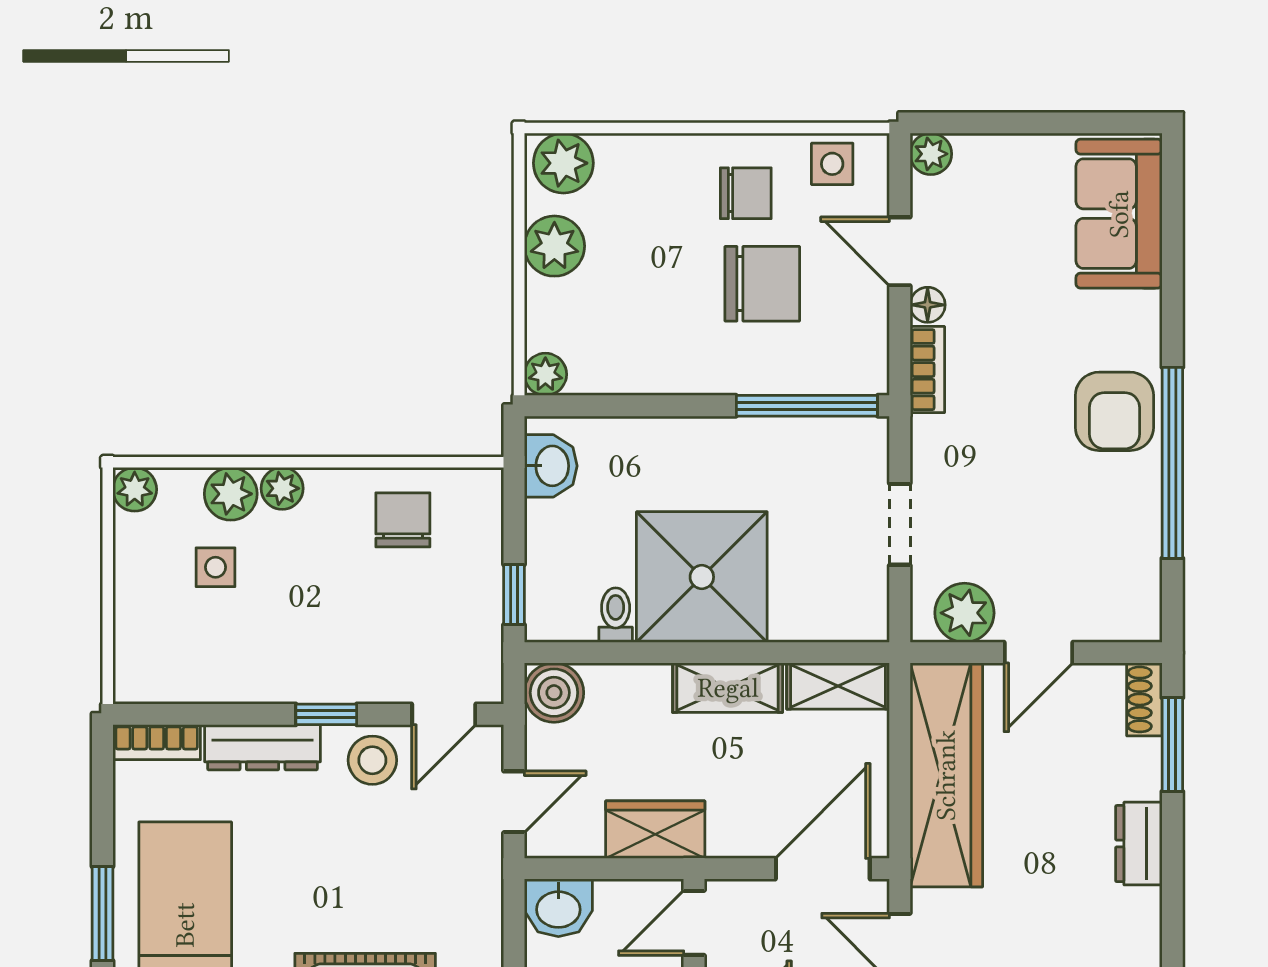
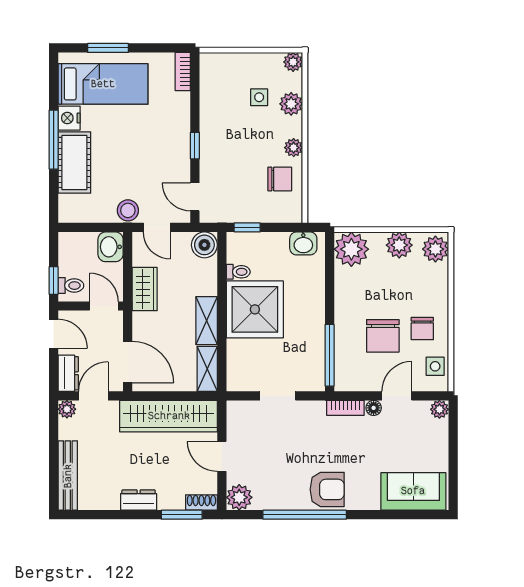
plant: (545, 374) -> (351, 249), width x1.88, depth x1.88
armchair: (1114, 411) -> (327, 489), turned 180
plant: (282, 488) -> (294, 148), moved
plant: (964, 613) -> (239, 497), moved
dresser: (263, 747) -> (181, 118), removed
stool: (372, 760) -> (128, 210), moved

